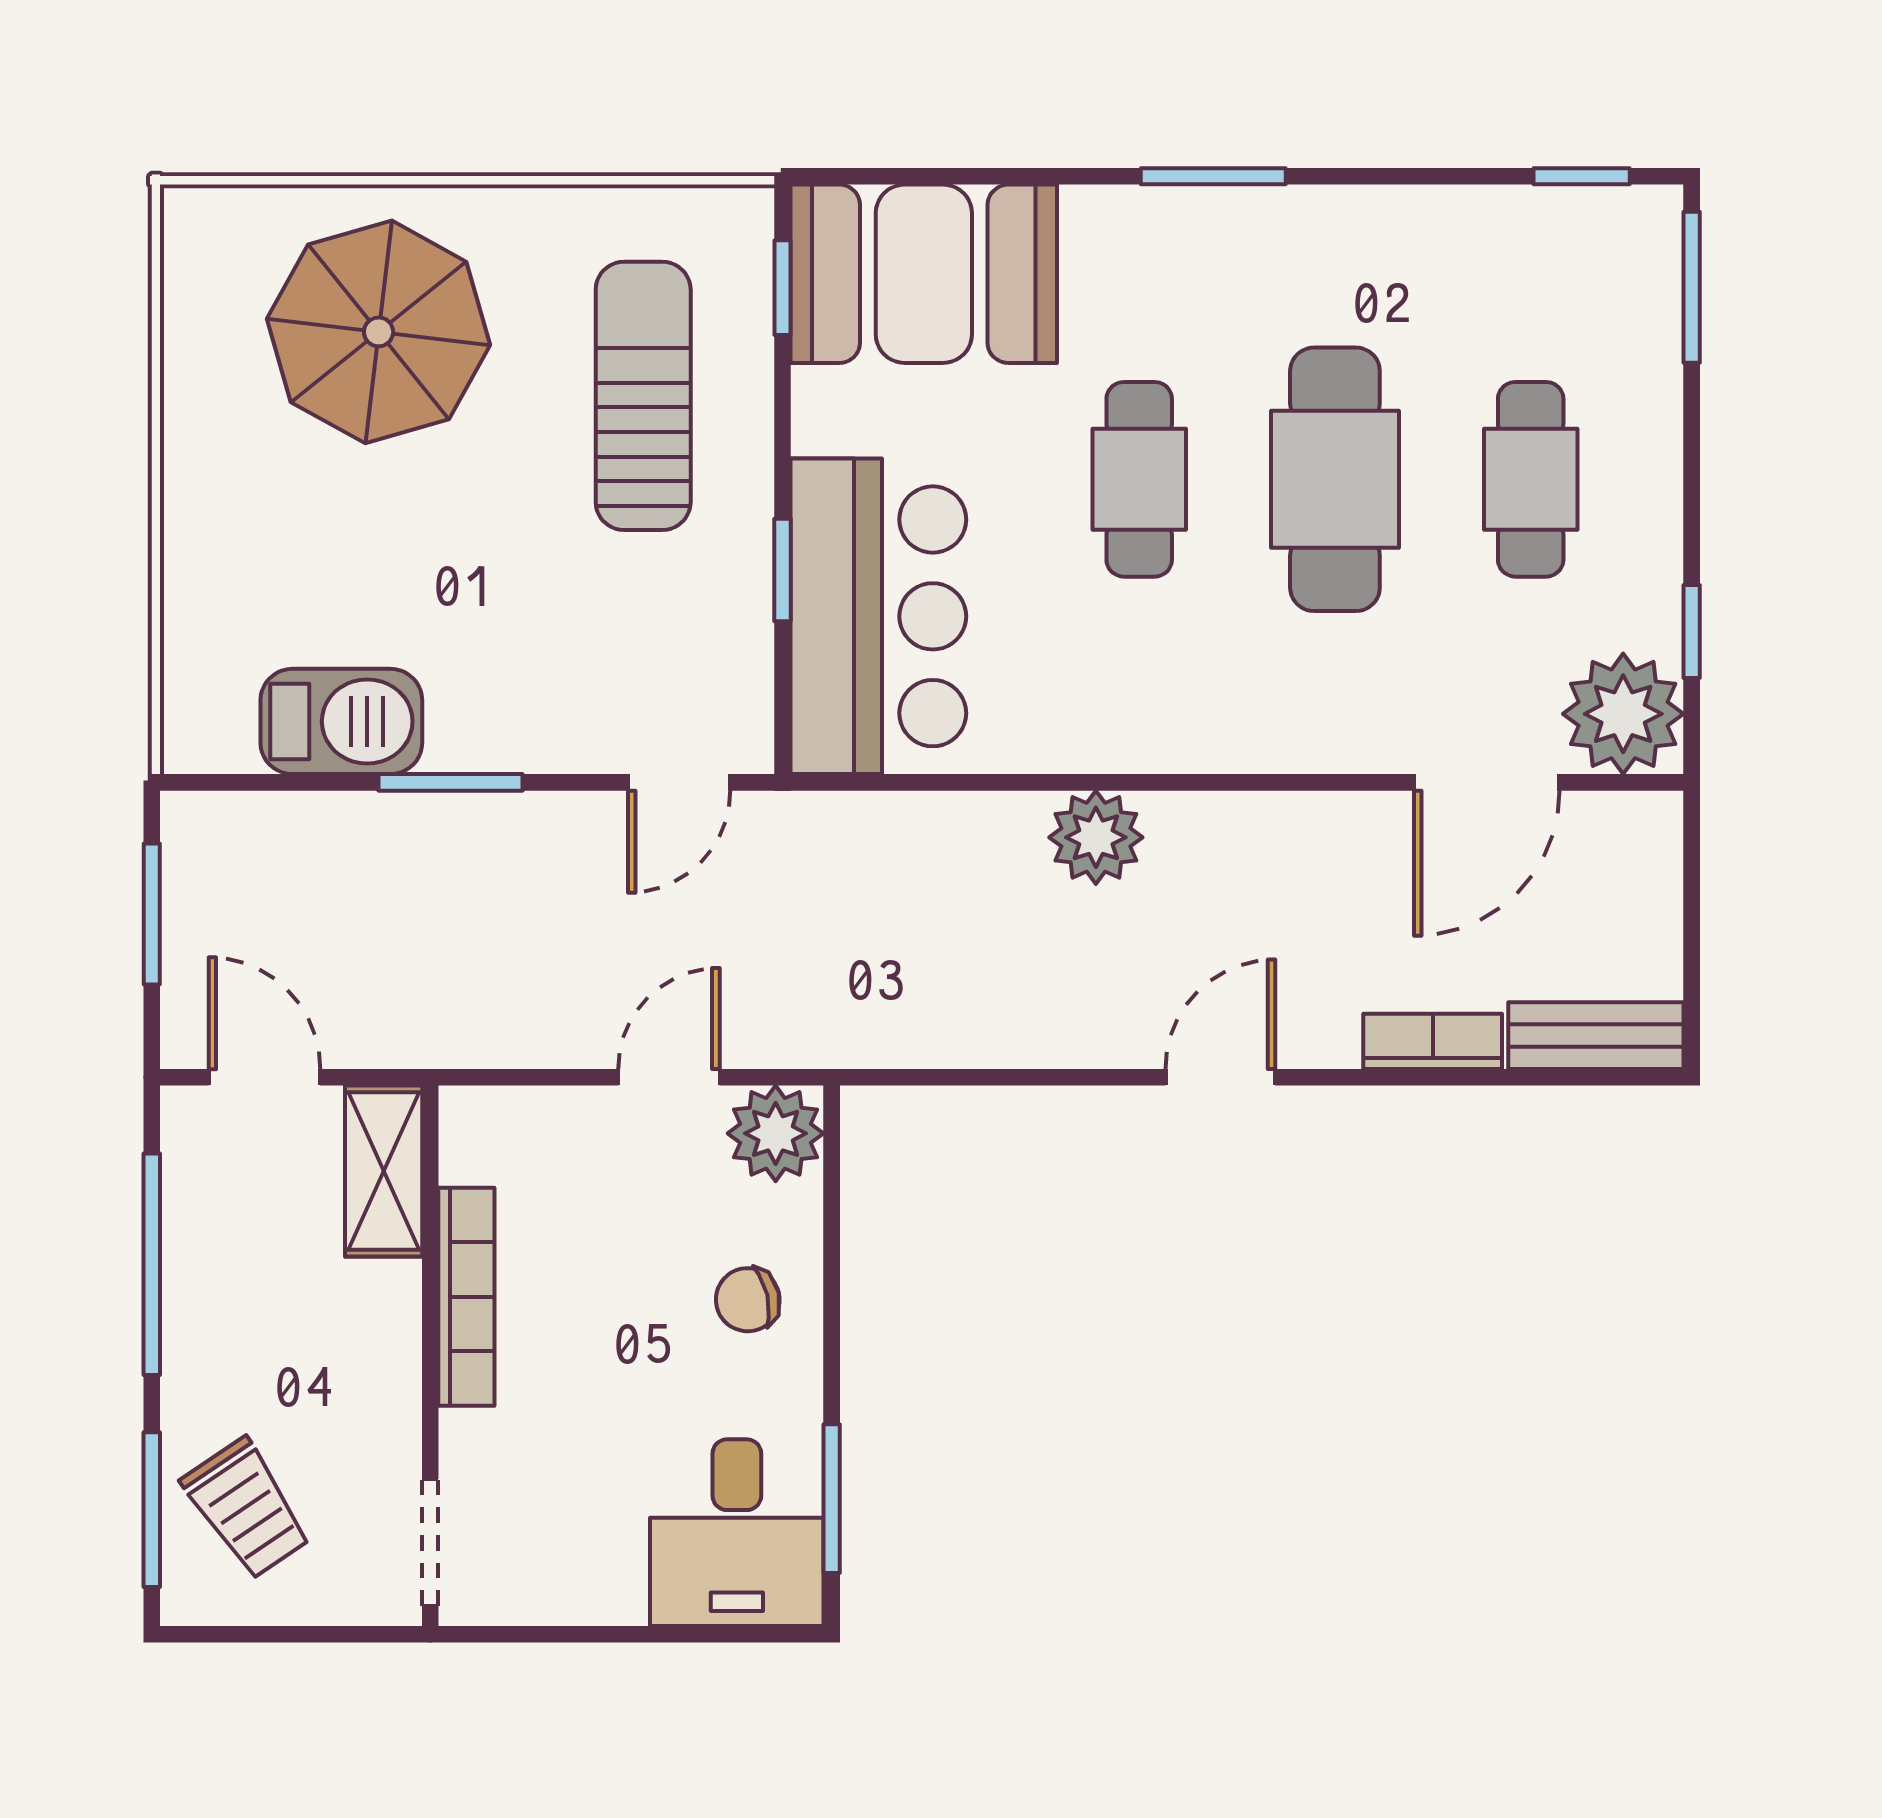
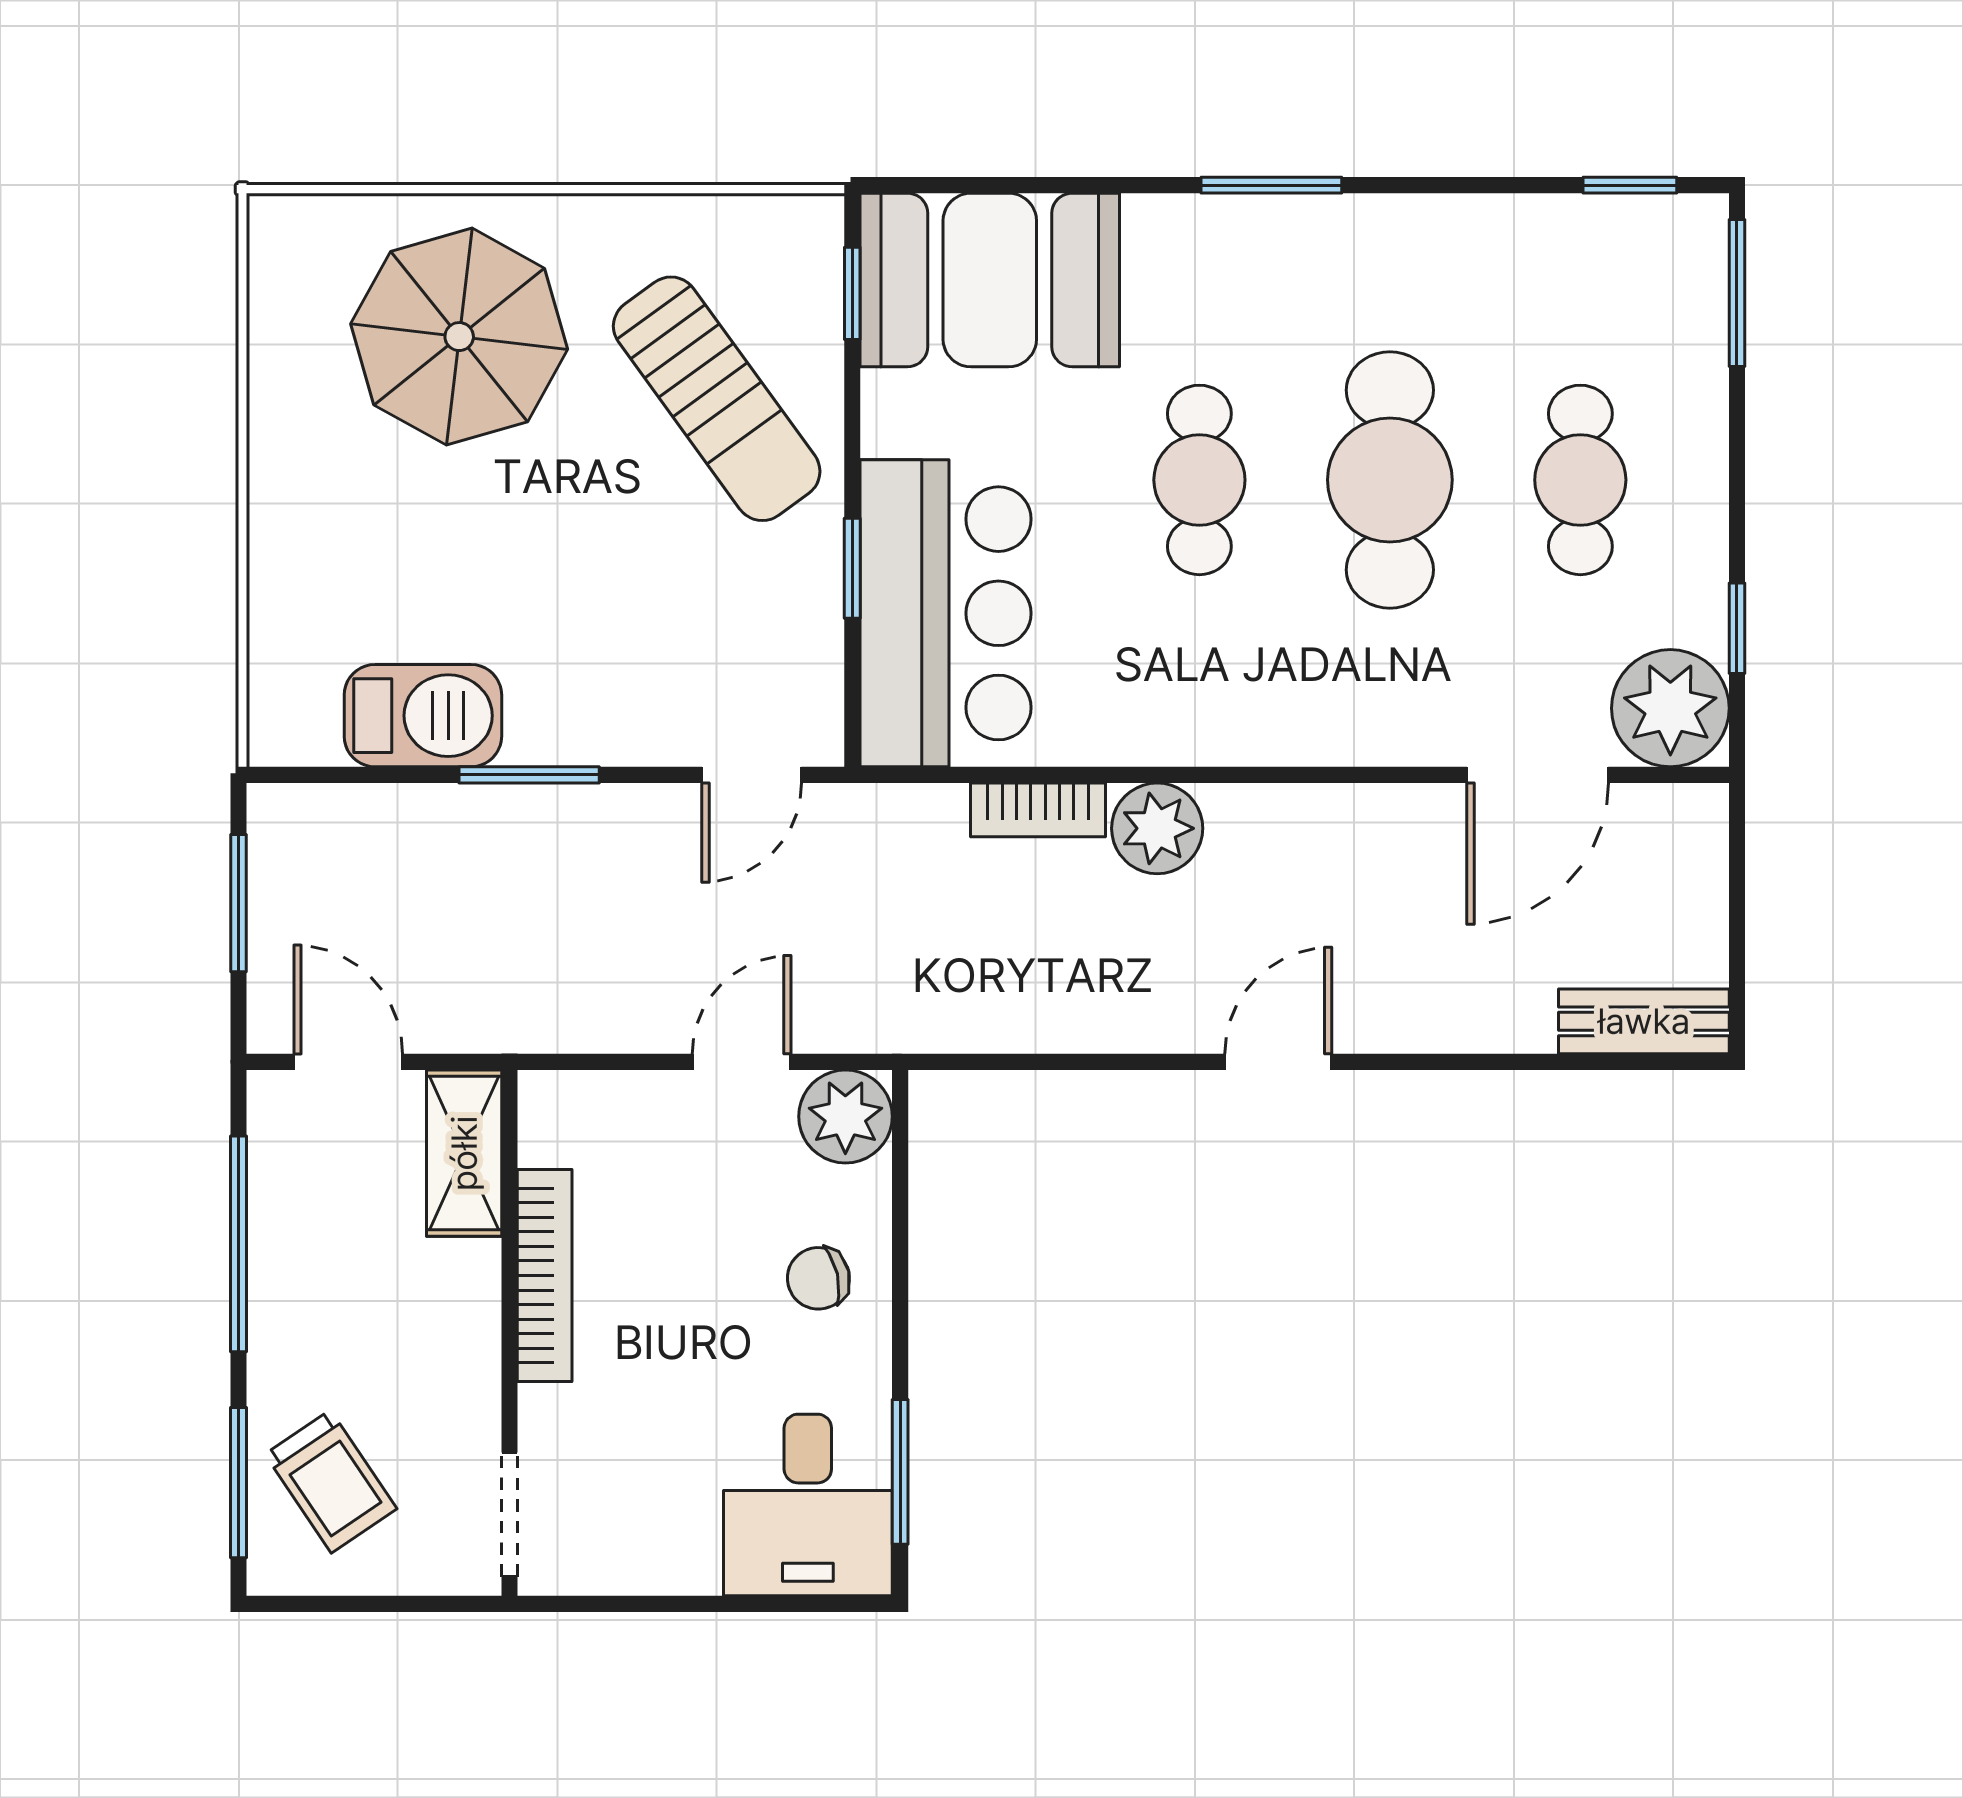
sun lounger: (643, 396) -> (717, 399), turned 144
bookcase: (1433, 1041) -> (1038, 810), moved, turned 180

